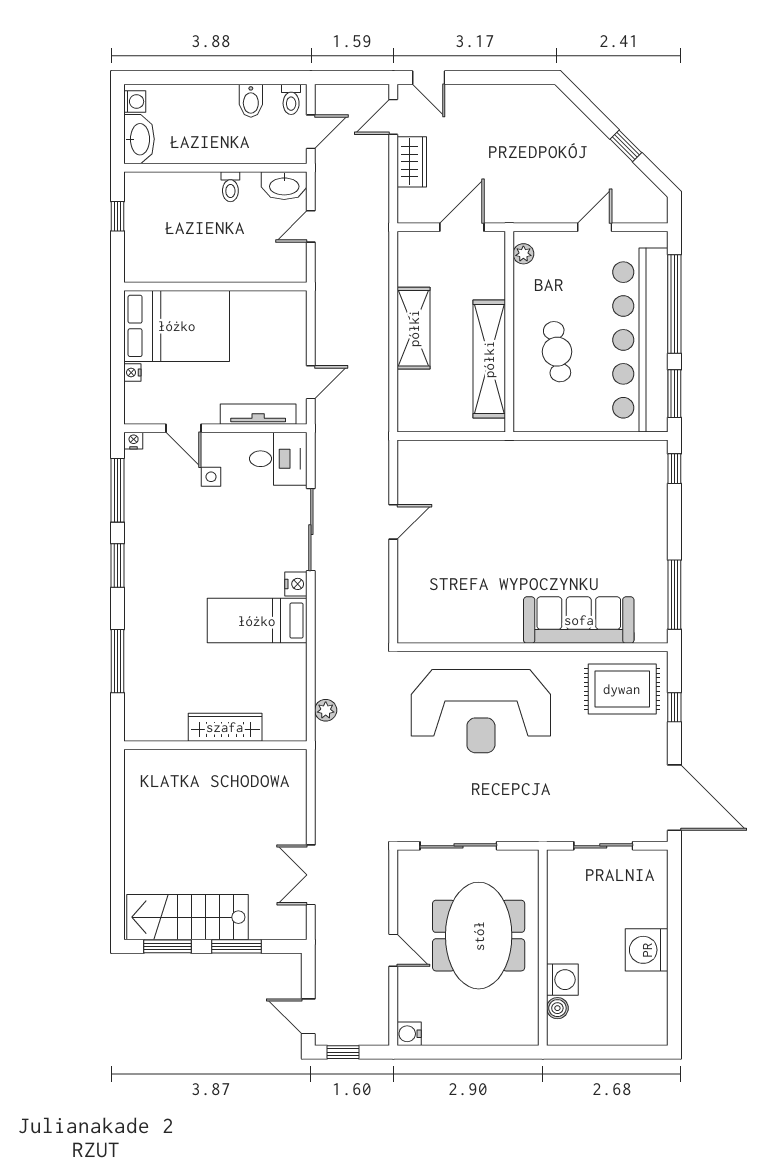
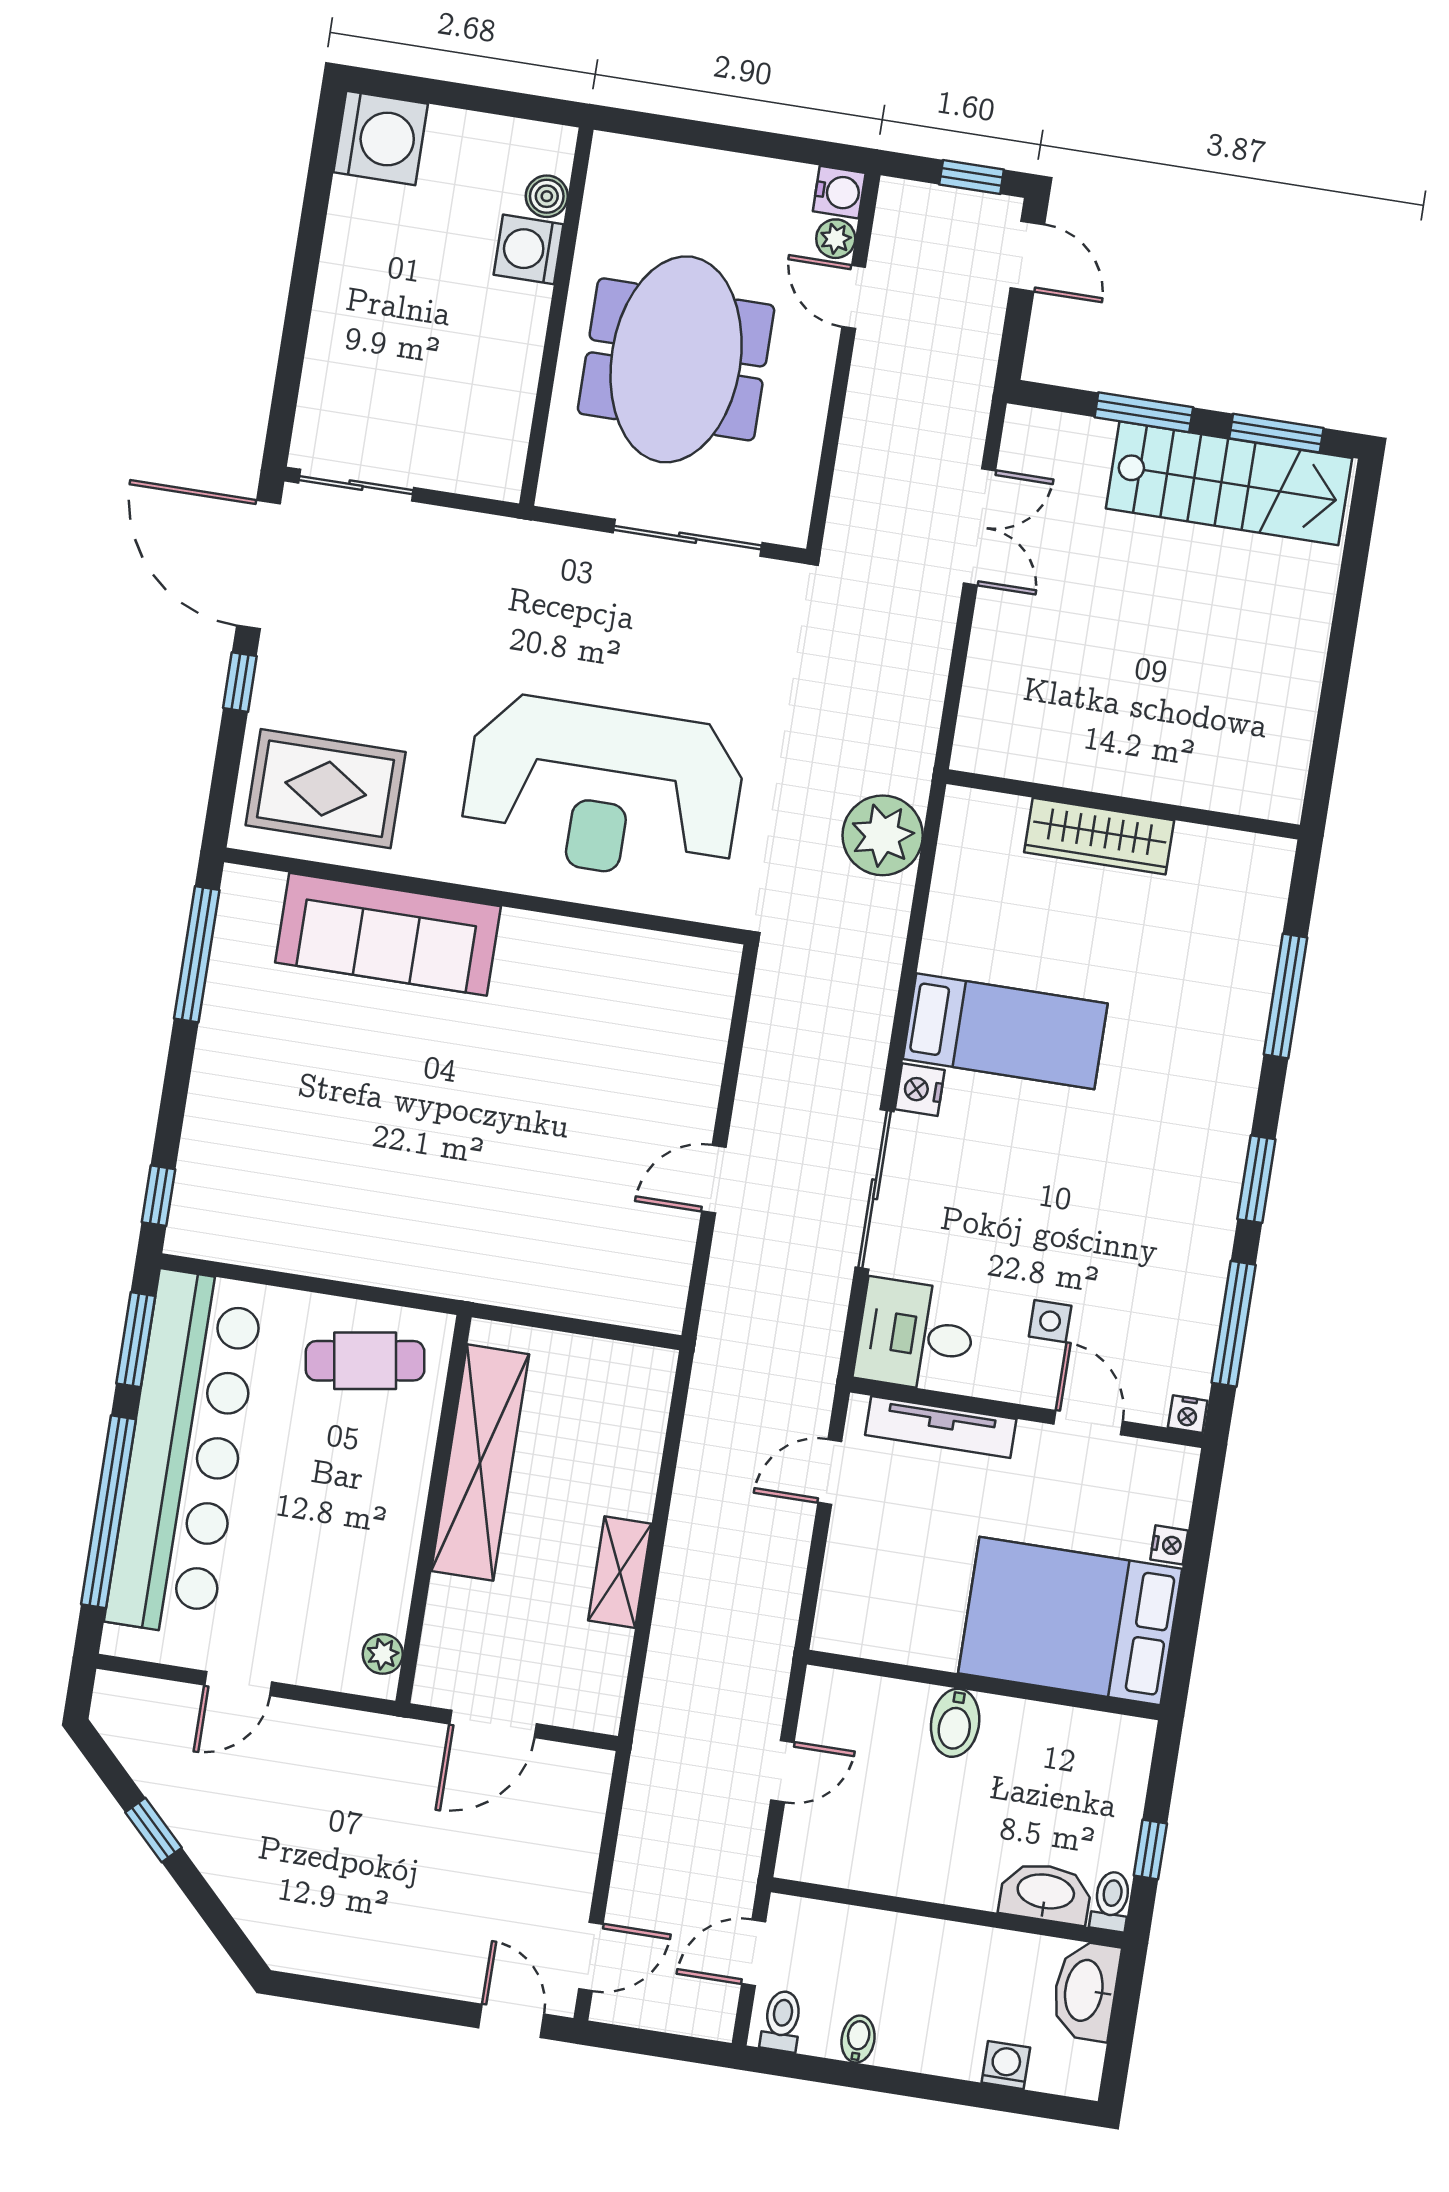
bidet: (251, 101) -> (858, 2039), width x0.72, depth x0.74
washing machine: (135, 102) -> (1006, 2065), moved, turned 90
wardrobe: (412, 162) -> (569, 1864), removed
washbasin: (284, 186) -> (1046, 1893), moved
toilet: (230, 187) -> (1111, 1901), moved
bidet: (227, 265) -> (955, 1723), added
shelving: (414, 328) -> (620, 1572), width x0.67, depth x0.75
cafe table: (557, 352) -> (365, 1361), moved, turned 90
window: (674, 707) -> (240, 682), moved
plant: (326, 710) -> (883, 835), width x1.88, depth x1.88
reception desk: (481, 711) -> (603, 789), turned 180
sliding door: (603, 846) -> (356, 485), moved
door: (393, 950) -> (854, 297), moved
washing machine: (647, 950) -> (381, 138), moved
plant: (407, 1010) -> (836, 239), added

